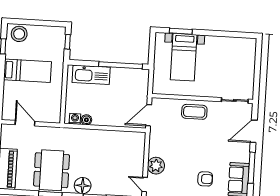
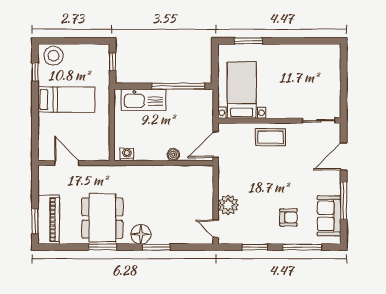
bed with nightstands: (184, 57) -> (242, 90), moved, turned 180
boiler: (86, 120) -> (173, 155), moved

